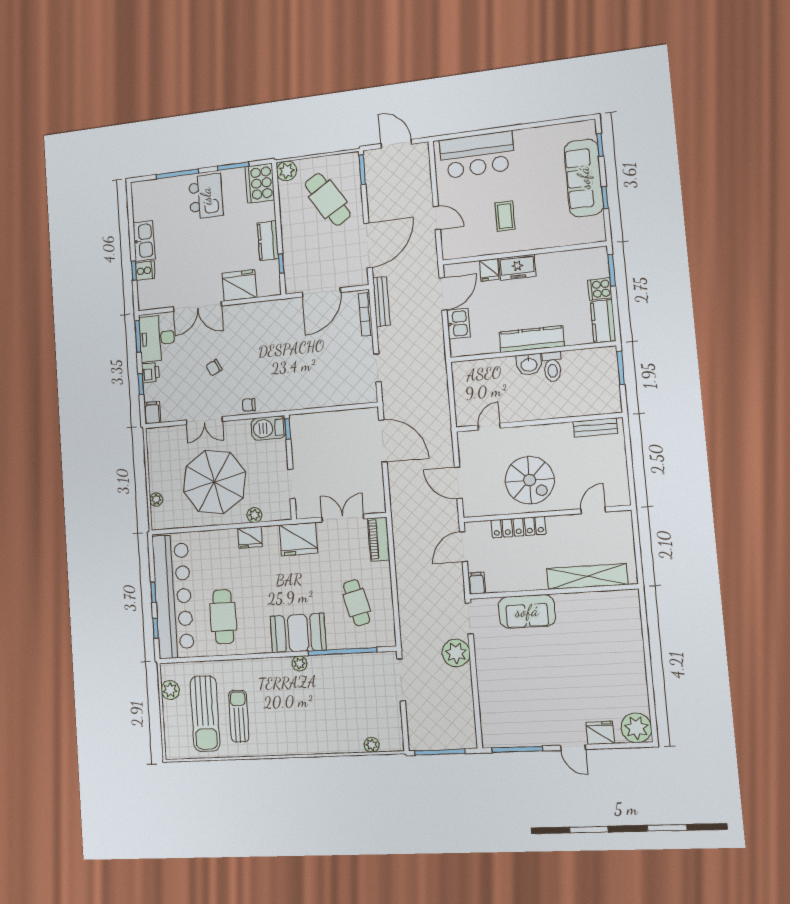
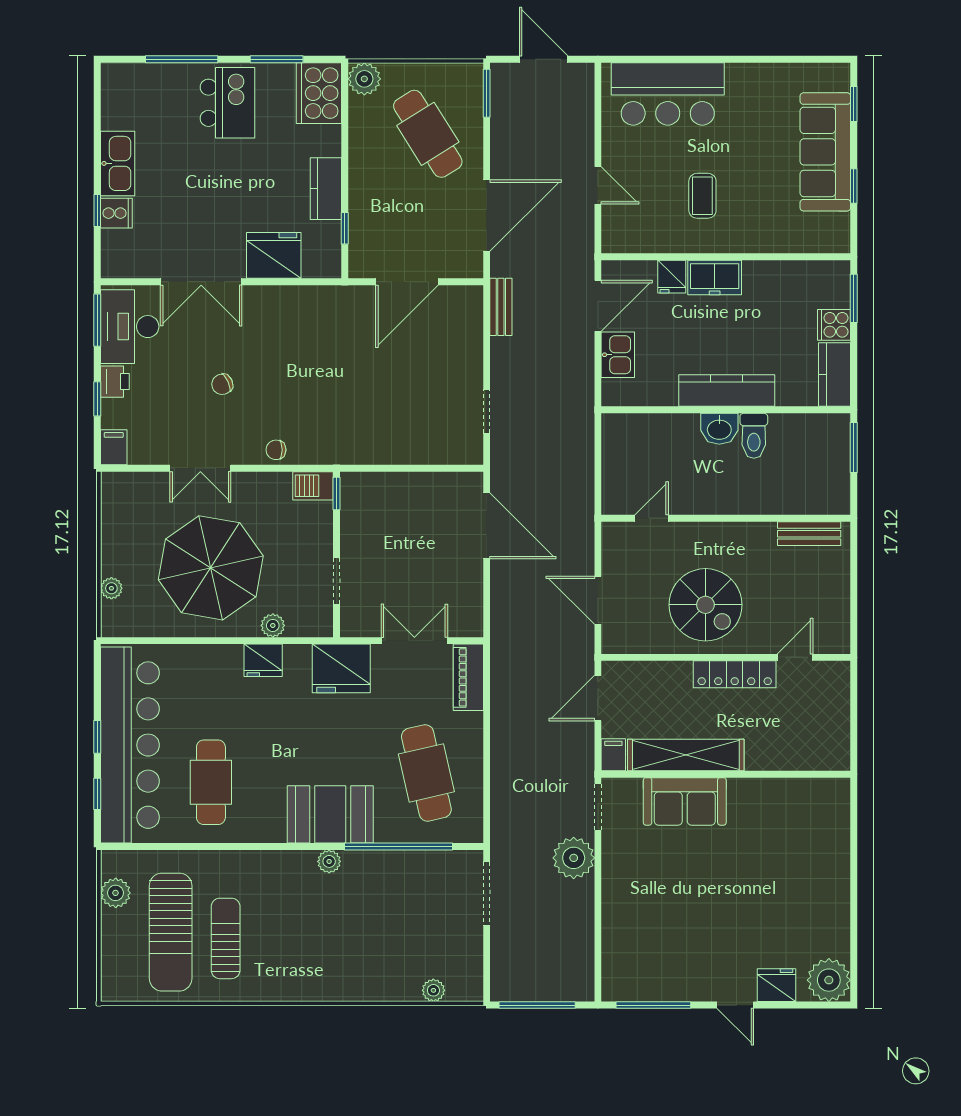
bench: (381, 301) -> (501, 307), width x0.73
bookcase: (366, 314) -> (475, 325), removed
barbecue: (268, 428) -> (313, 486), width x0.73, depth x0.79
locker: (518, 527) -> (735, 674), moved
shelving: (587, 577) -> (686, 755), moved
cafe table: (357, 603) -> (426, 773), width x1.37, depth x1.35

